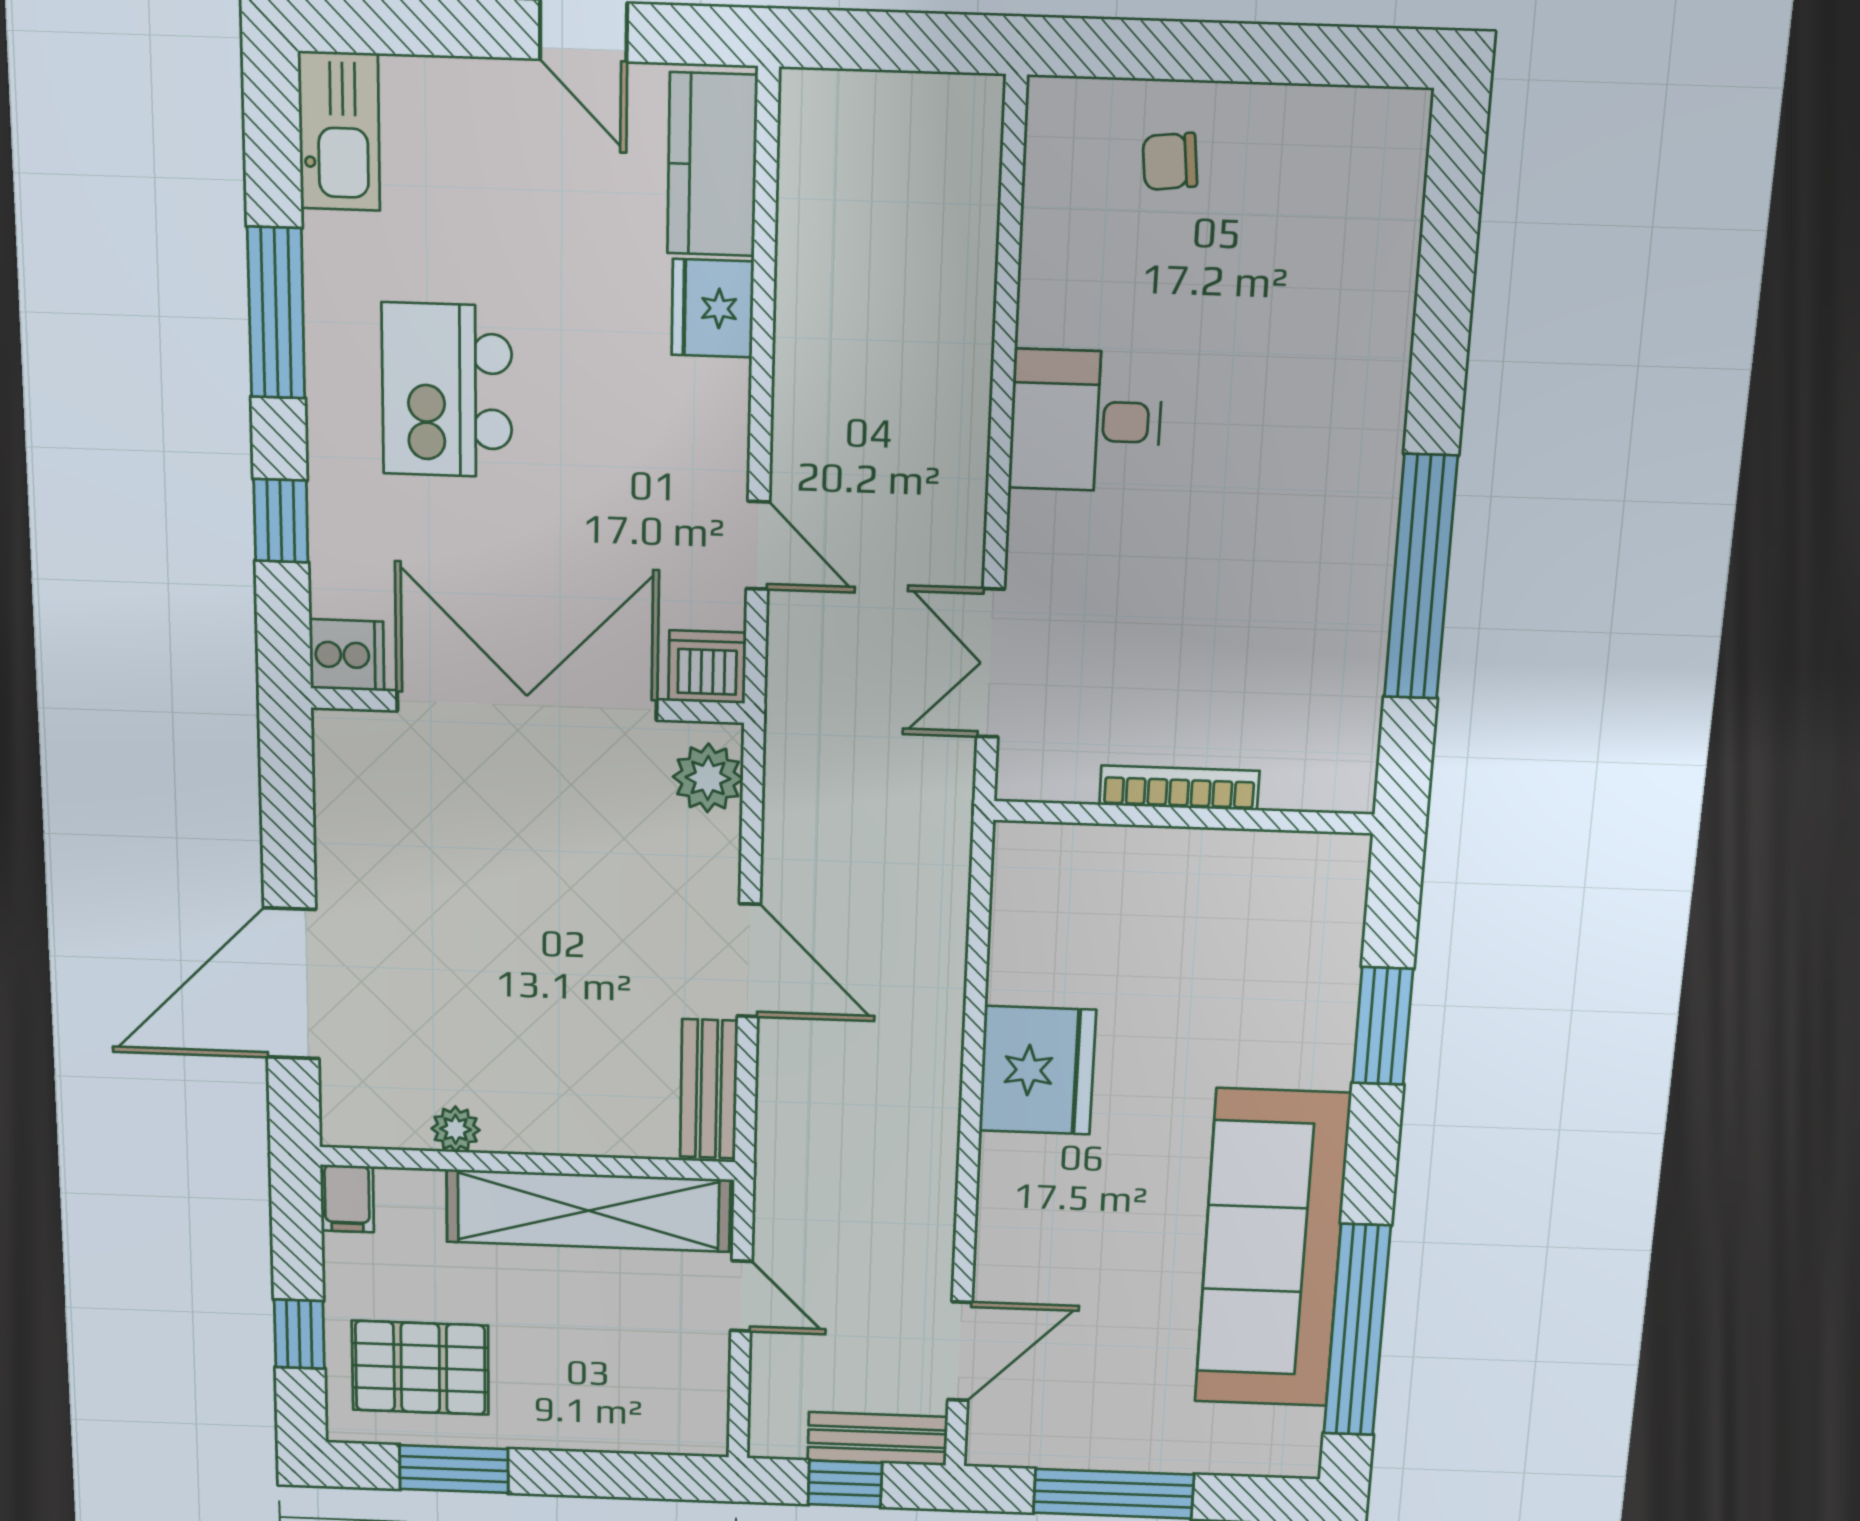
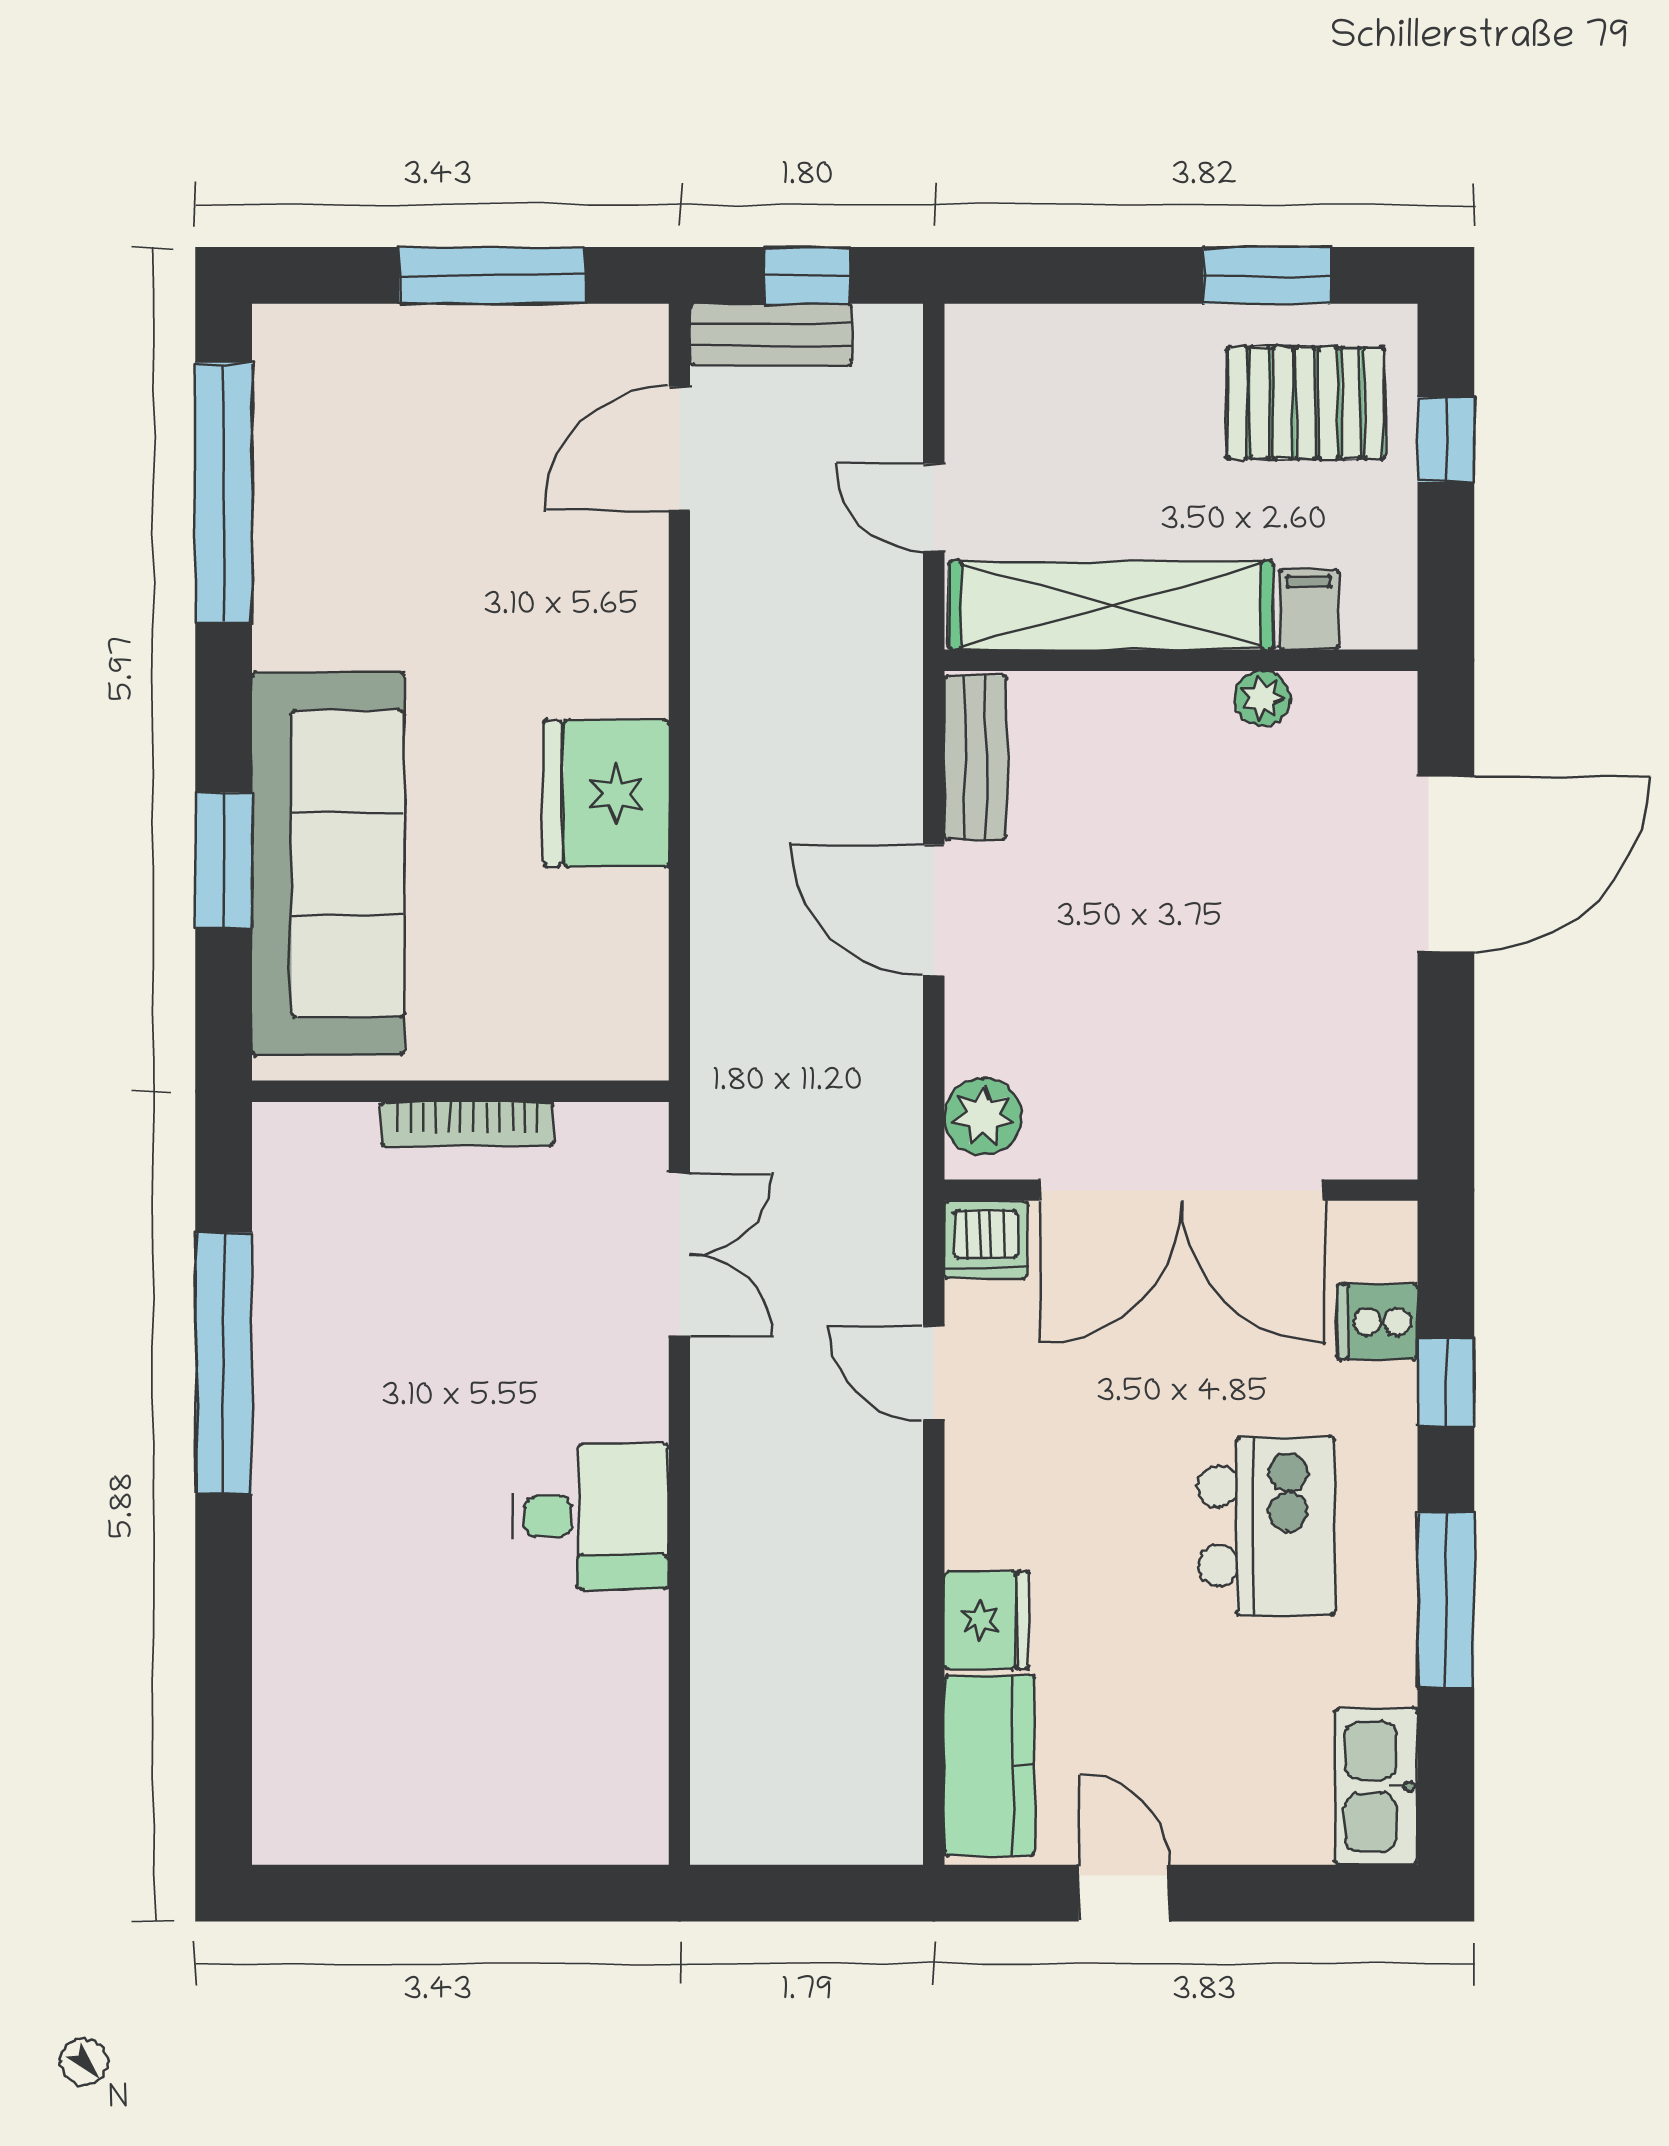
chair: (1170, 161) -> (517, 1784), removed
cooker: (347, 655) -> (1377, 1322), moved
filing cabinet: (347, 1199) -> (1309, 610), moved
sofa: (1272, 1249) -> (328, 864), moved

